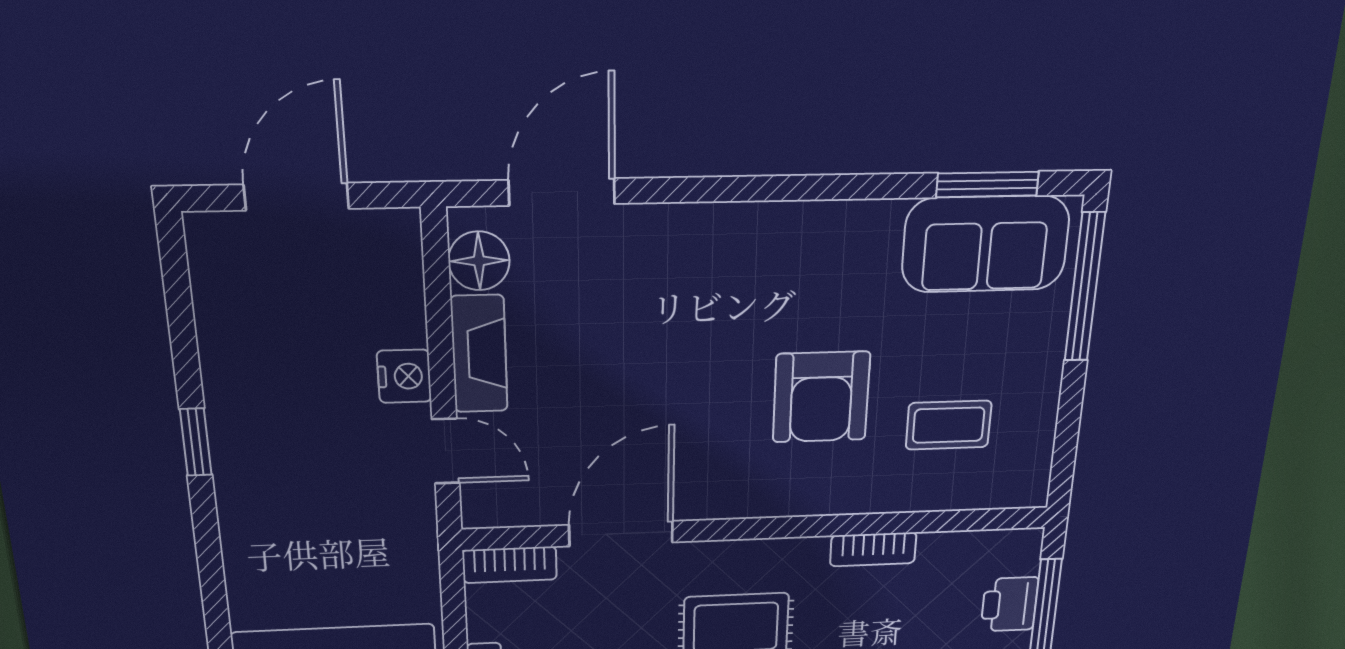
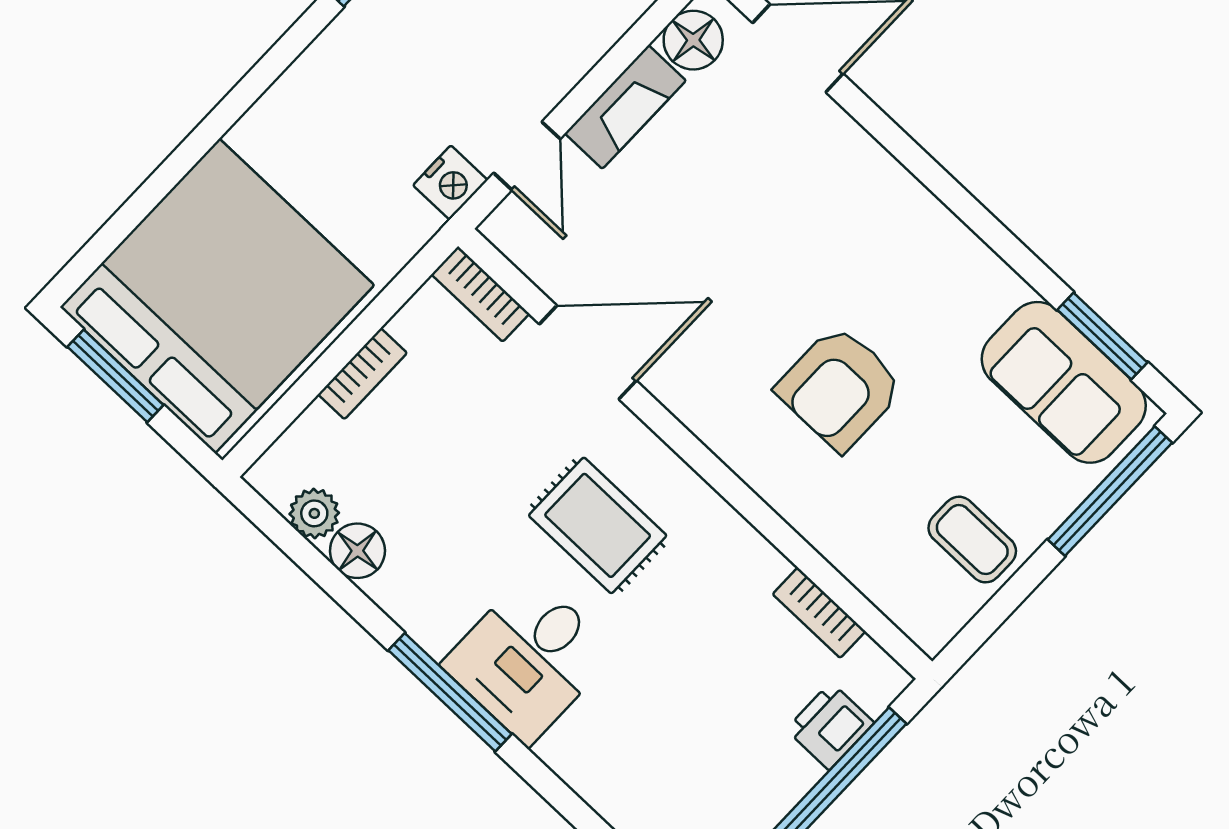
nightstand: (404, 376) -> (450, 183), moved
coffee table: (949, 425) -> (972, 540), moved
bookcase: (873, 549) -> (819, 613), moved

